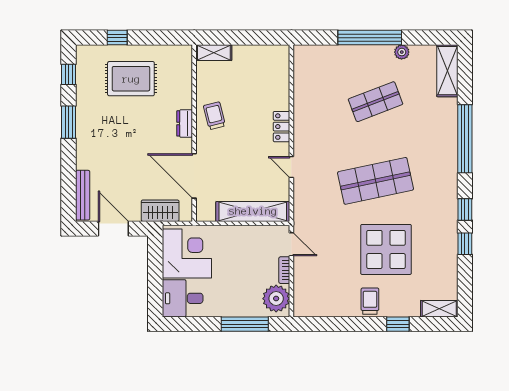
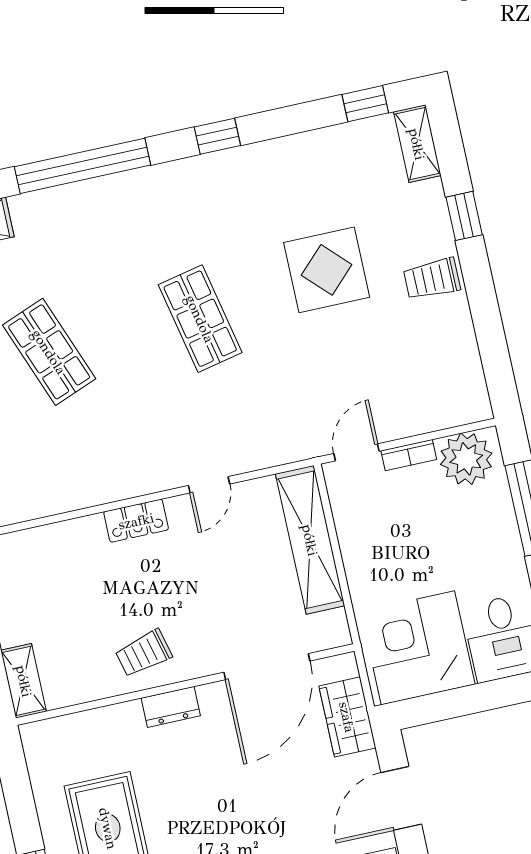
shop shelf: (376, 181) -> (200, 319), width x0.70, depth x0.74
window: (465, 244) -> (365, 104), moved
display table: (386, 249) -> (327, 270), width x0.73, depth x0.73

